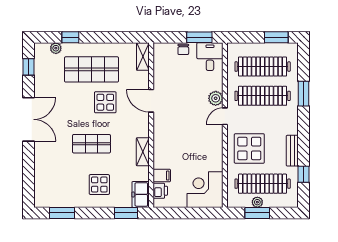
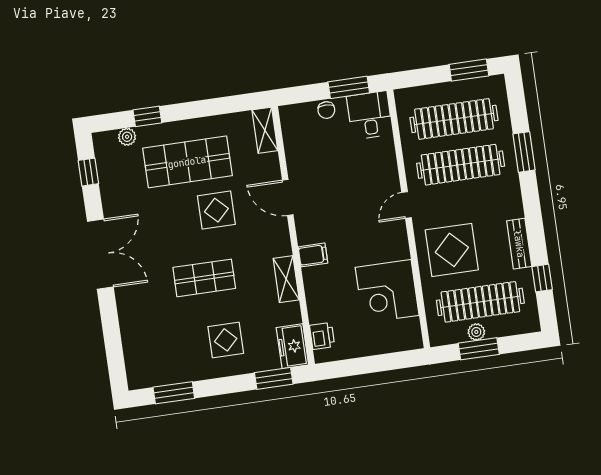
plant: (216, 98) -> (388, 179), removed
filing cabinet: (162, 176) -> (313, 255), moved
corner desk: (205, 190) -> (387, 291), moved, turned -90

